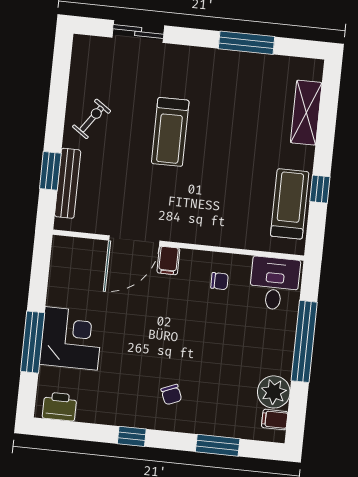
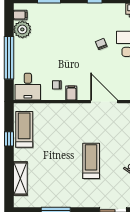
treadmill: (290, 204) -> (24, 129), turned 180
door: (134, 241) -> (104, 102), hinge flipped
filing cabinet: (168, 260) -> (71, 93), moved
chair: (171, 395) -> (101, 44), moved

